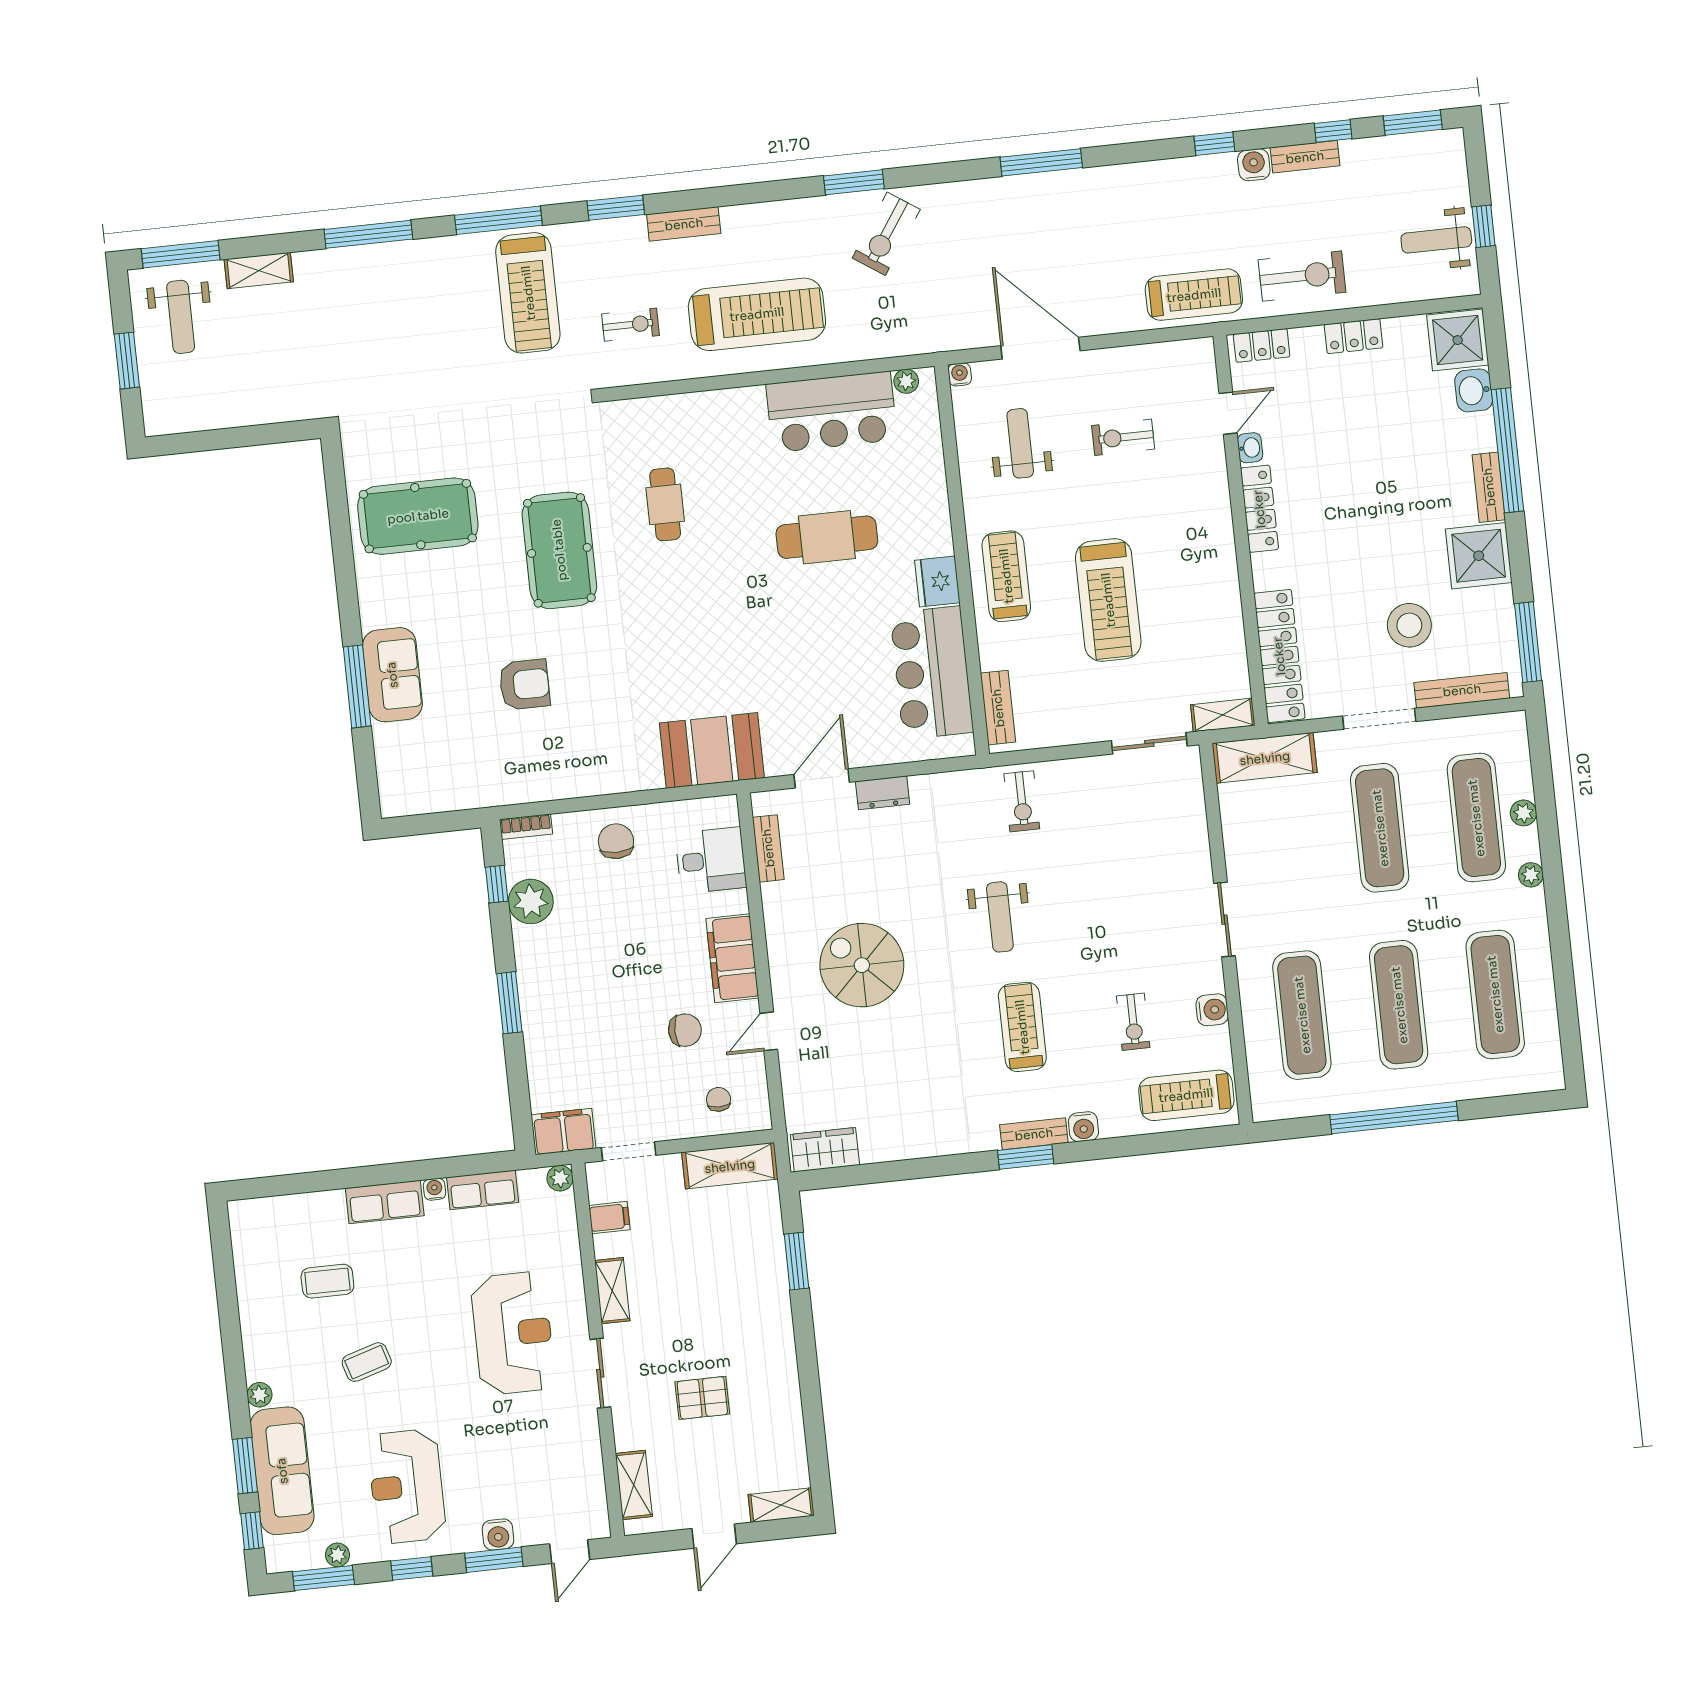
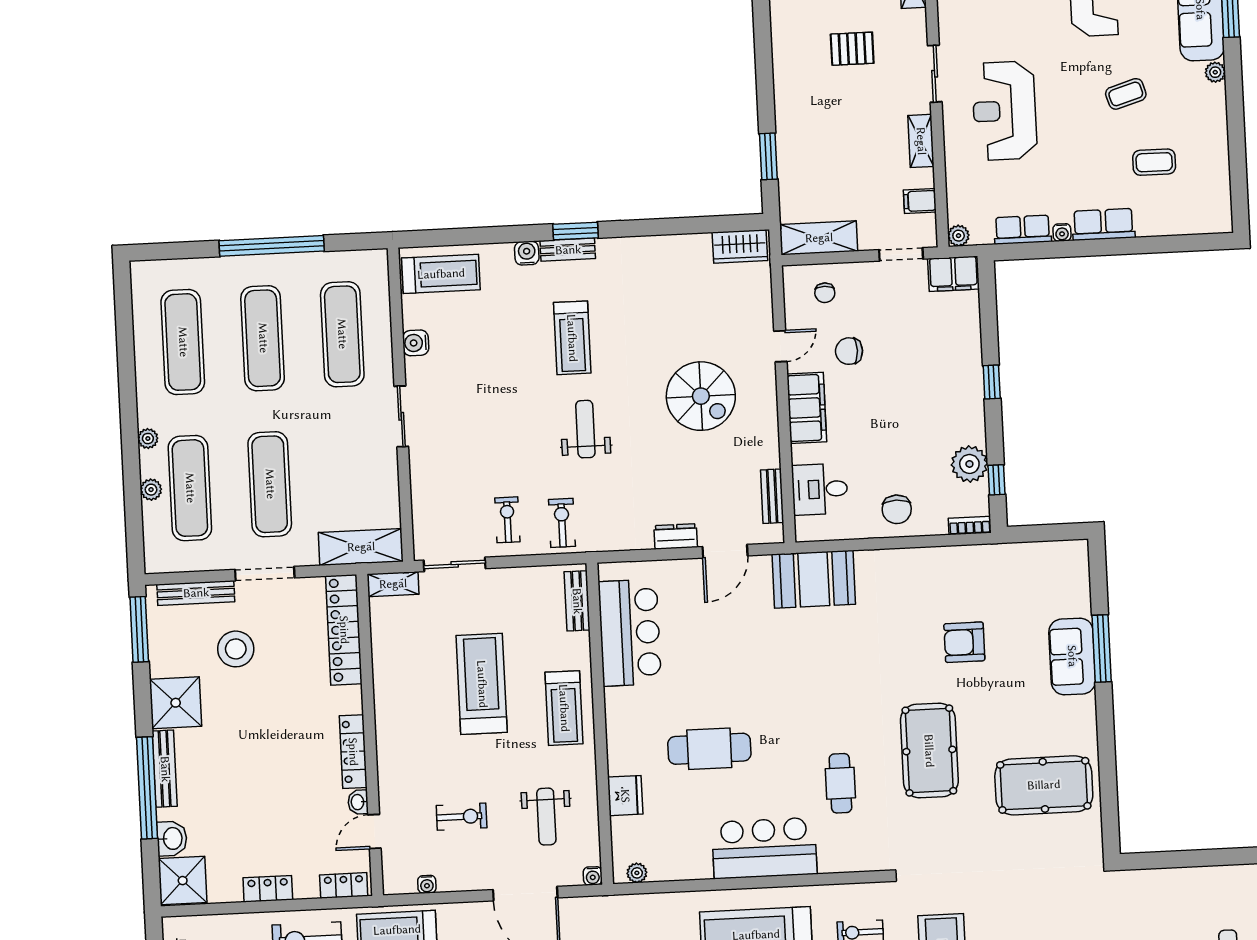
water cooler: (1161, 353) -> (427, 884), added
bar counter: (832, 412) -> (764, 848), moved
bench: (1489, 487) -> (165, 769), width x1.36
fridge: (937, 581) -> (625, 796), moved
window: (509, 1003) -> (992, 382), width x0.67
exercise bike: (1133, 1022) -> (507, 520), moved

